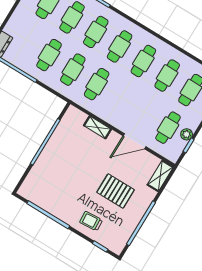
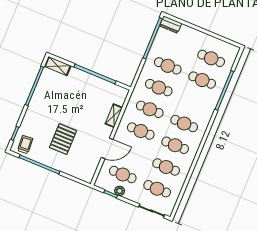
cafe table: (96, 32) -> (141, 131), moved
door: (135, 141) -> (107, 148), swing flipped
shelving: (160, 176) -> (58, 66), moved
trolley: (91, 221) -> (25, 145), moved

